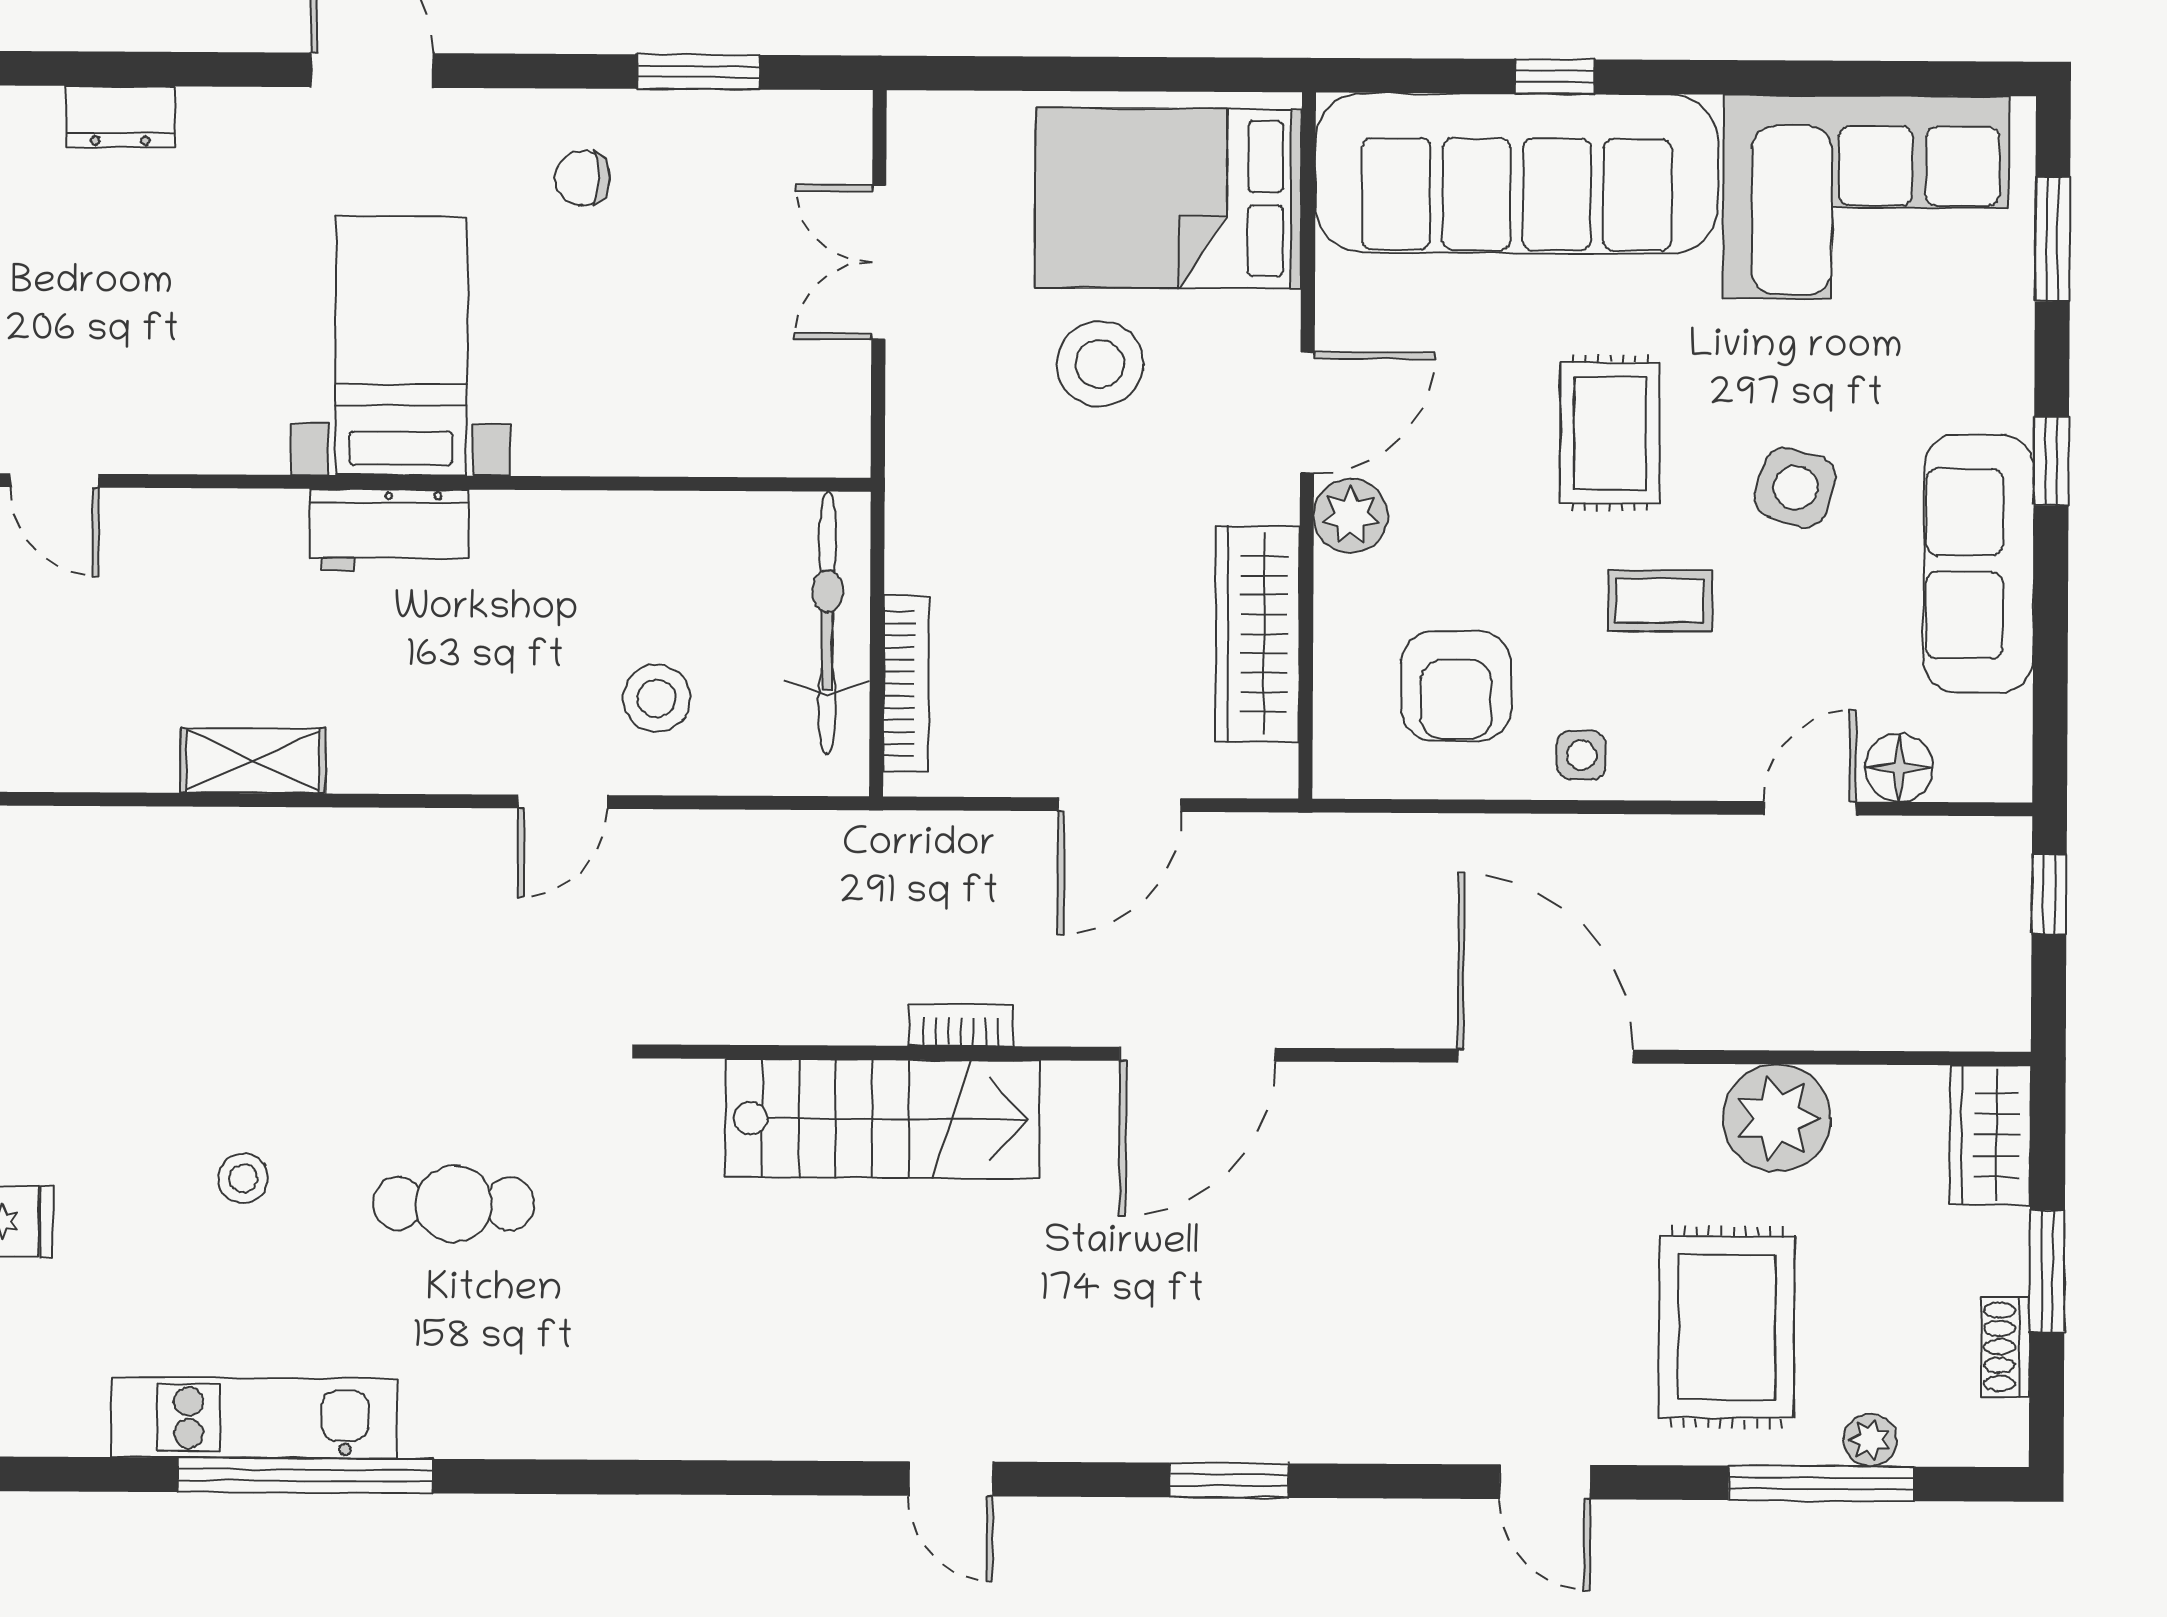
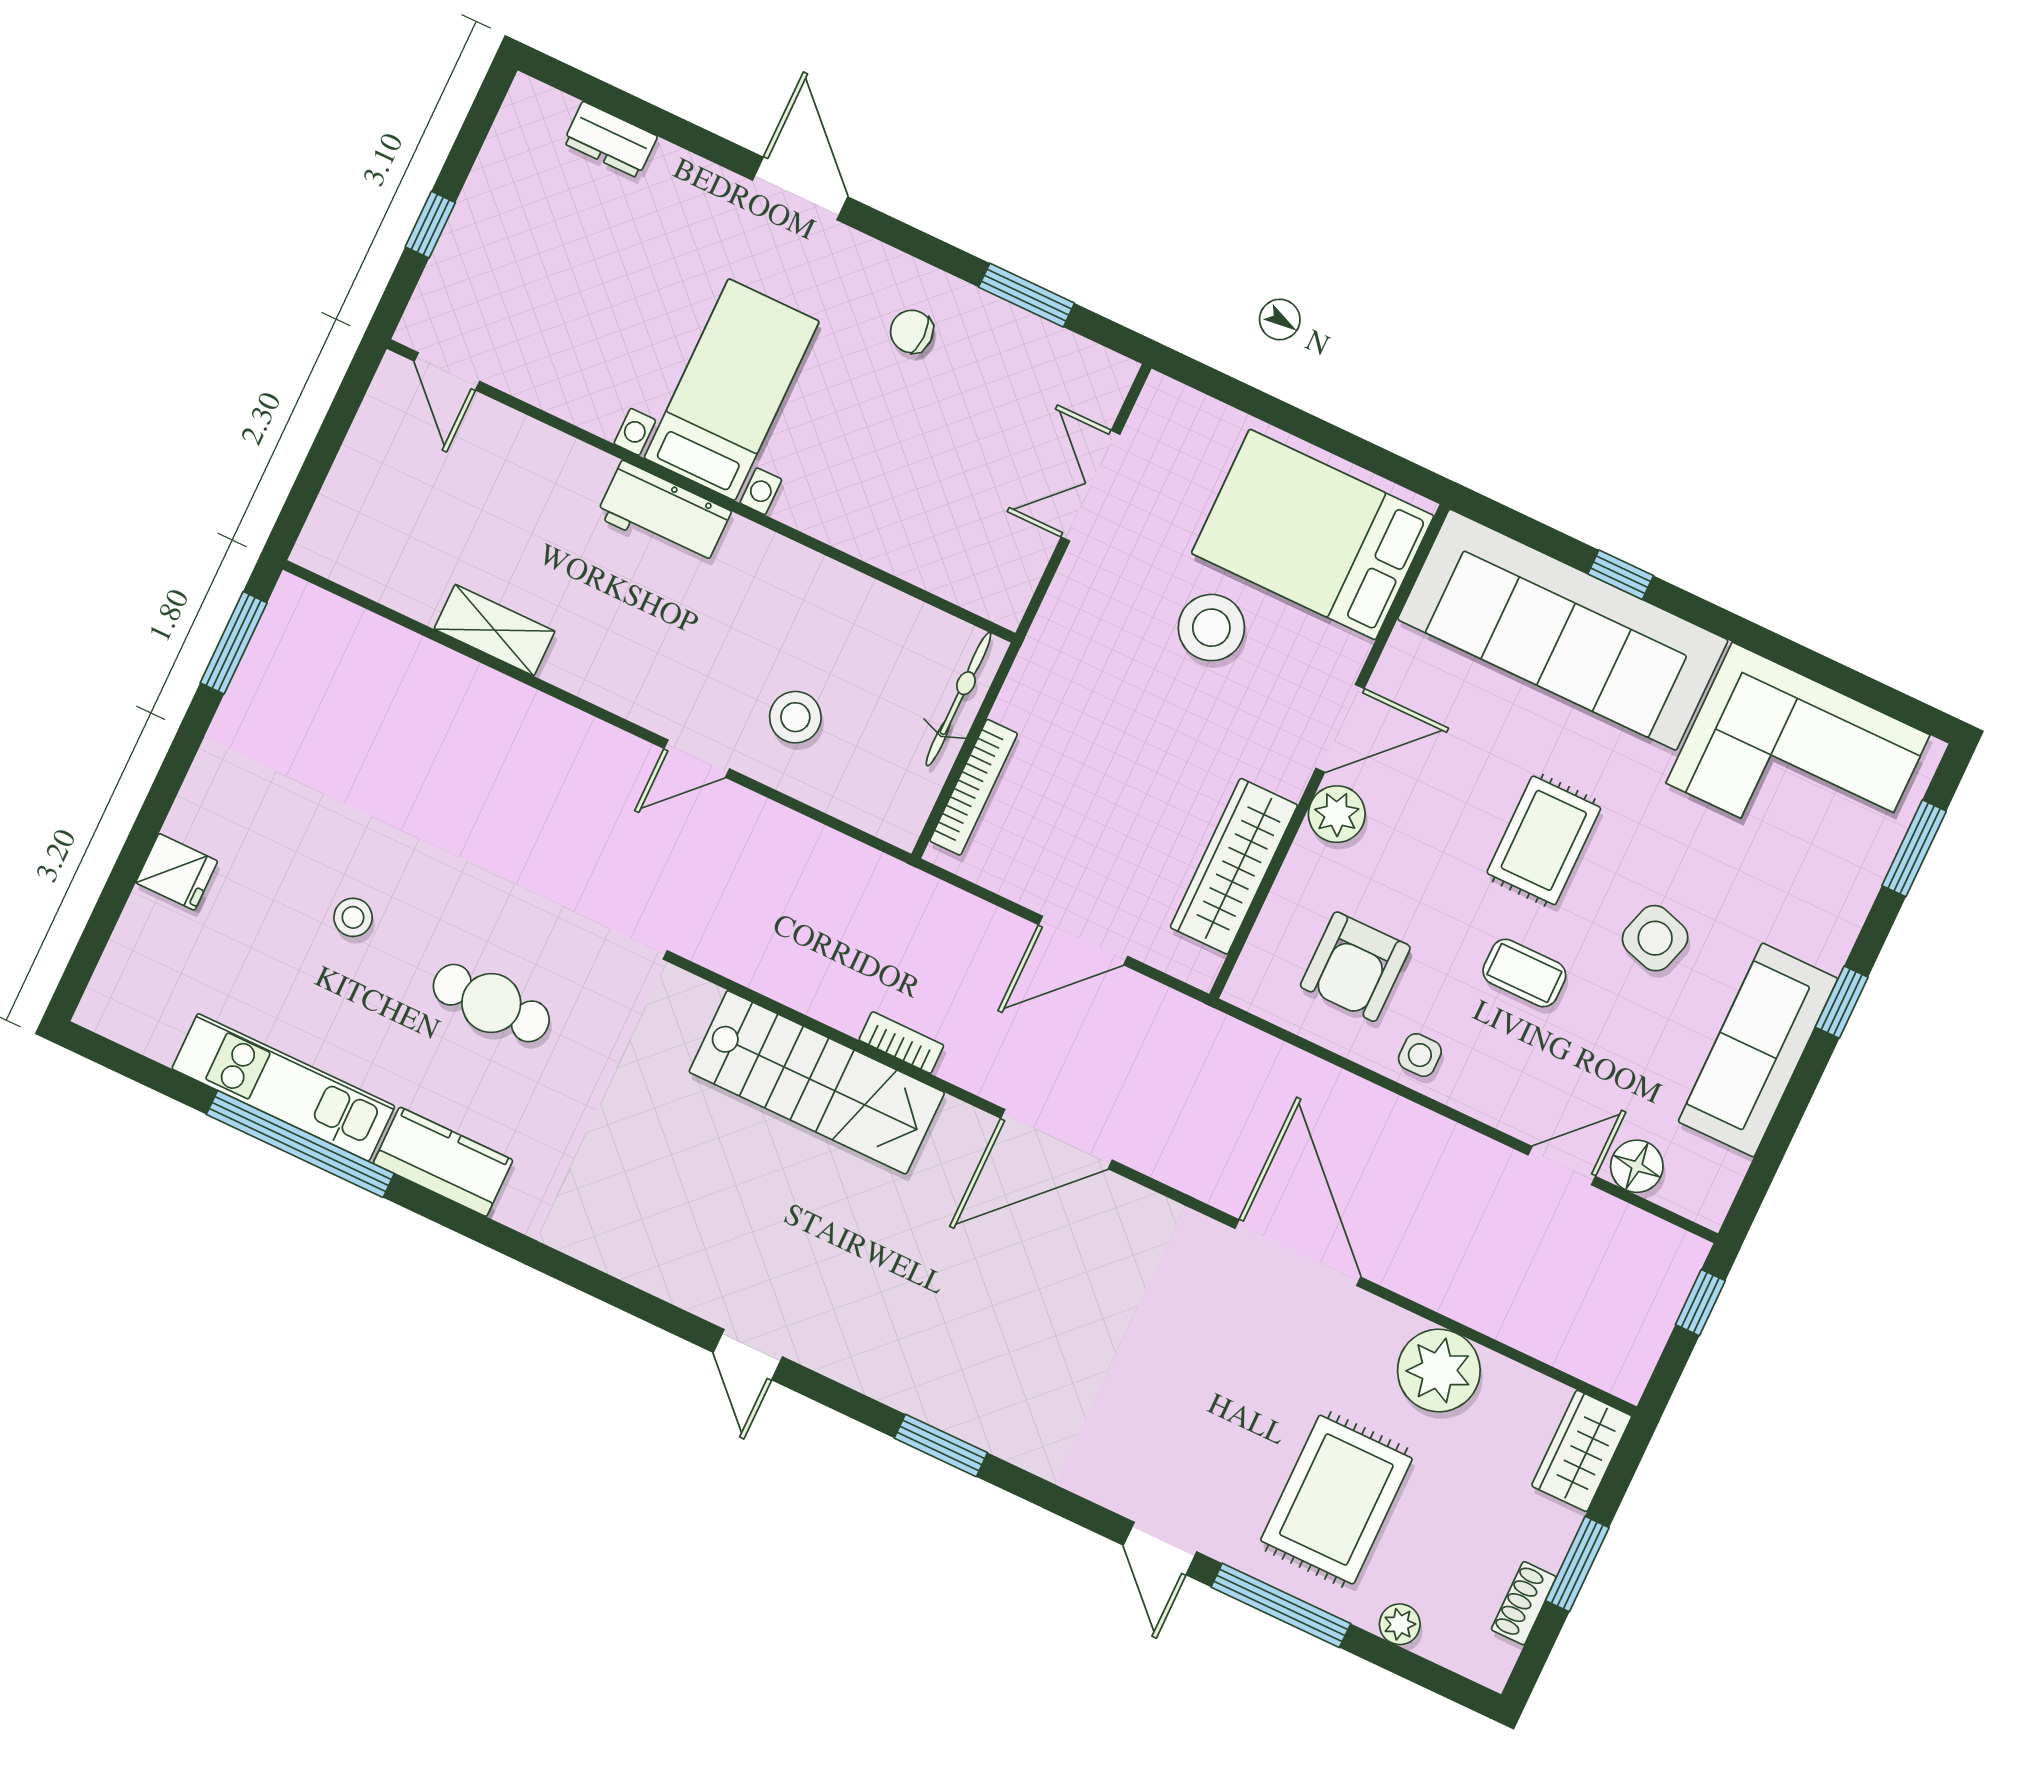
bicycle: (827, 623) -> (958, 699), width x0.73, depth x0.71
kitchen counter: (484, 1418) -> (443, 1162), added
window: (1822, 1483) -> (1281, 1605), moved

